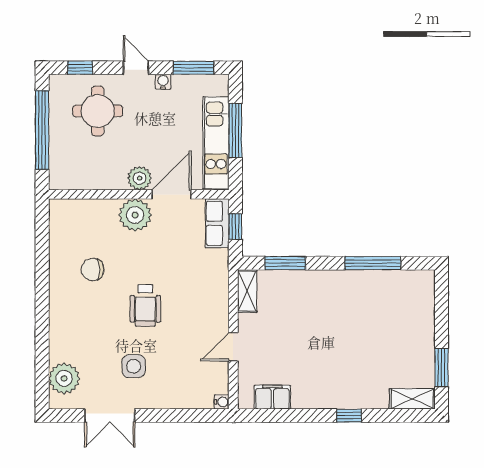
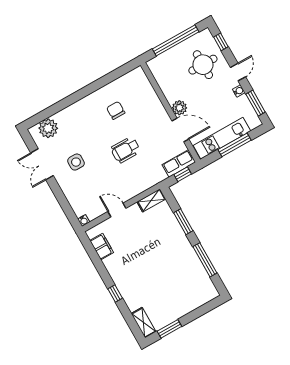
plant: (135, 215) -> (158, 117), removed
window: (285, 263) -> (183, 222), moved
wheelchair: (145, 305) -> (126, 150), moved

